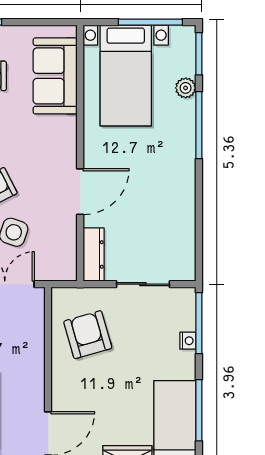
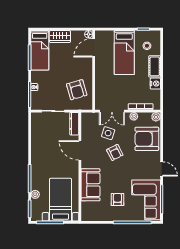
sofa: (55, 76) -> (90, 185), moved
door: (80, 192) -> (80, 150), hinge flipped

